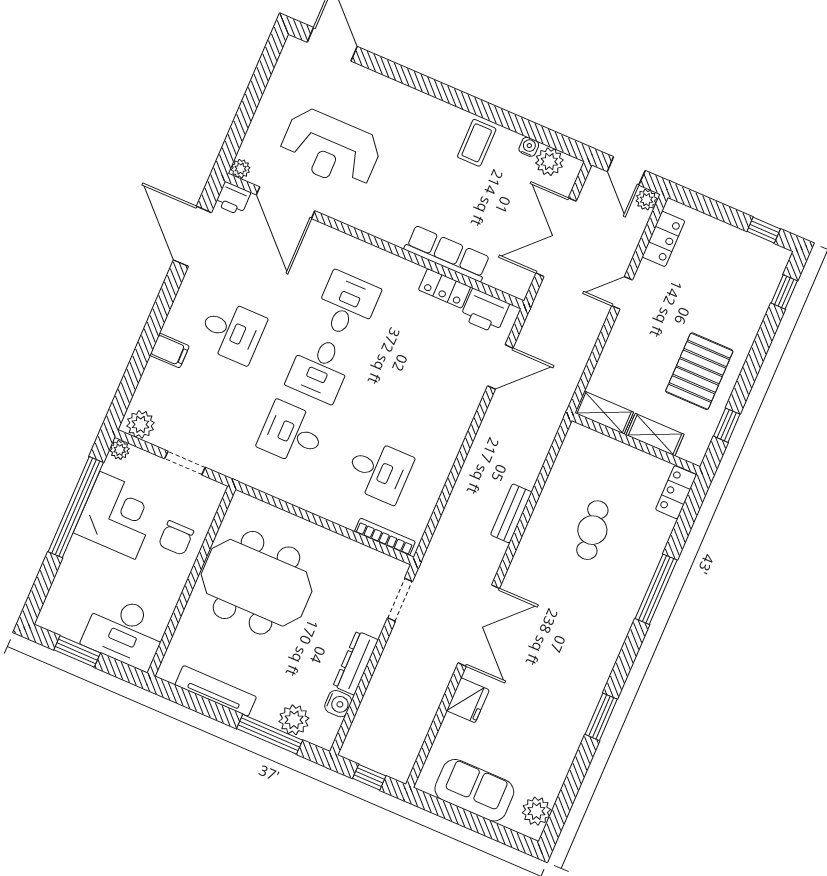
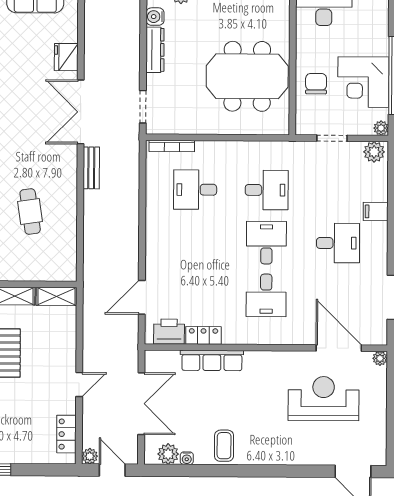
printer: (233, 198) -> (377, 335), removed
desk: (232, 332) -> (338, 243), turned 180
bench: (511, 513) -> (91, 168), moved

